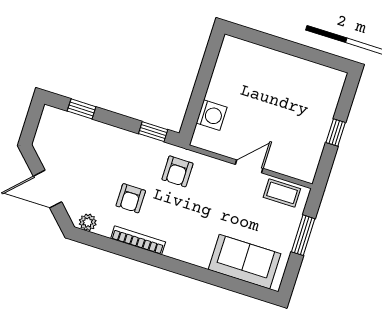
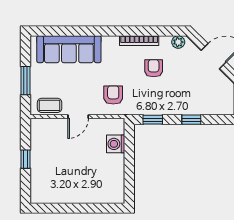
window: (82, 109) -> (191, 120), moved
armchair: (177, 171) -> (113, 95), moved
sofa: (244, 262) -> (69, 49), width x1.36

